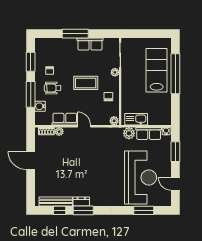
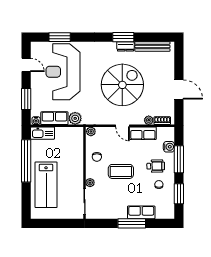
row of seats: (90, 44) -> (141, 212), moved
window: (175, 74) -> (26, 161), moved
kitchen sink: (136, 119) -> (43, 133), moved
spiral stairs: (84, 165) -> (122, 85), added
window: (60, 210) -> (148, 37), removed

